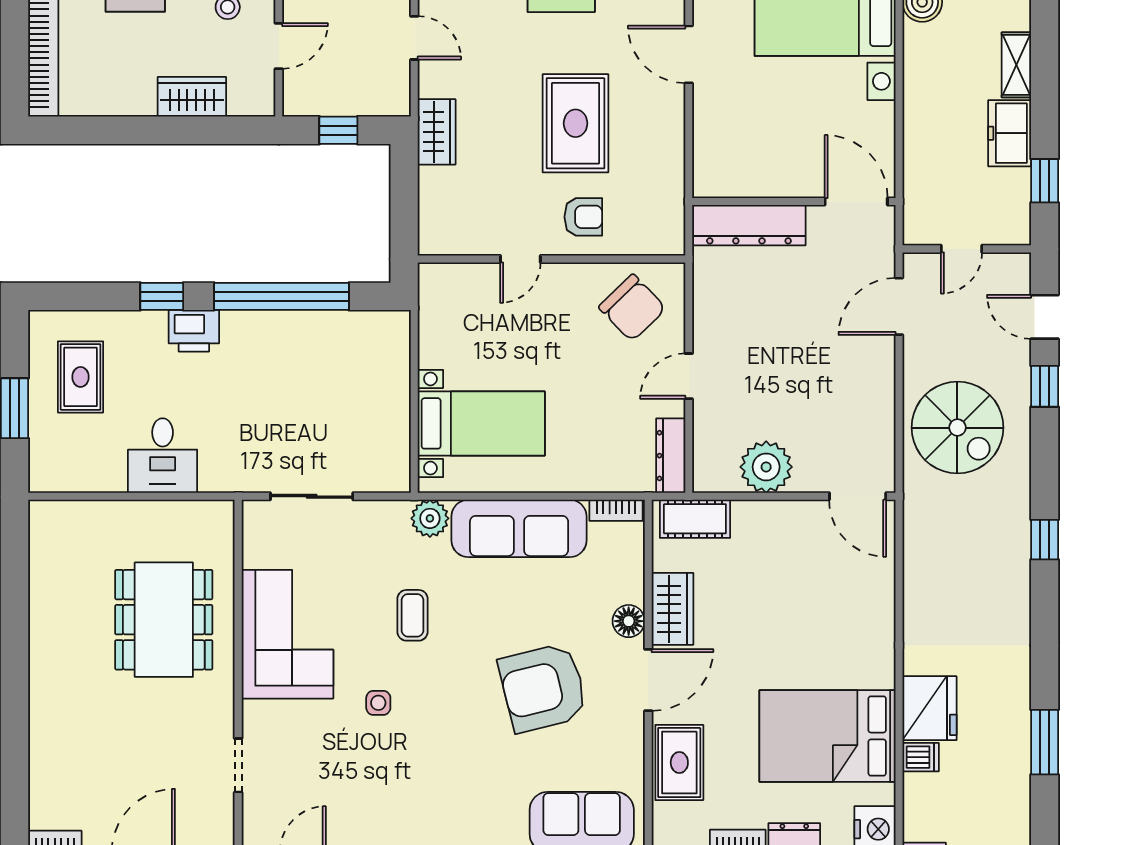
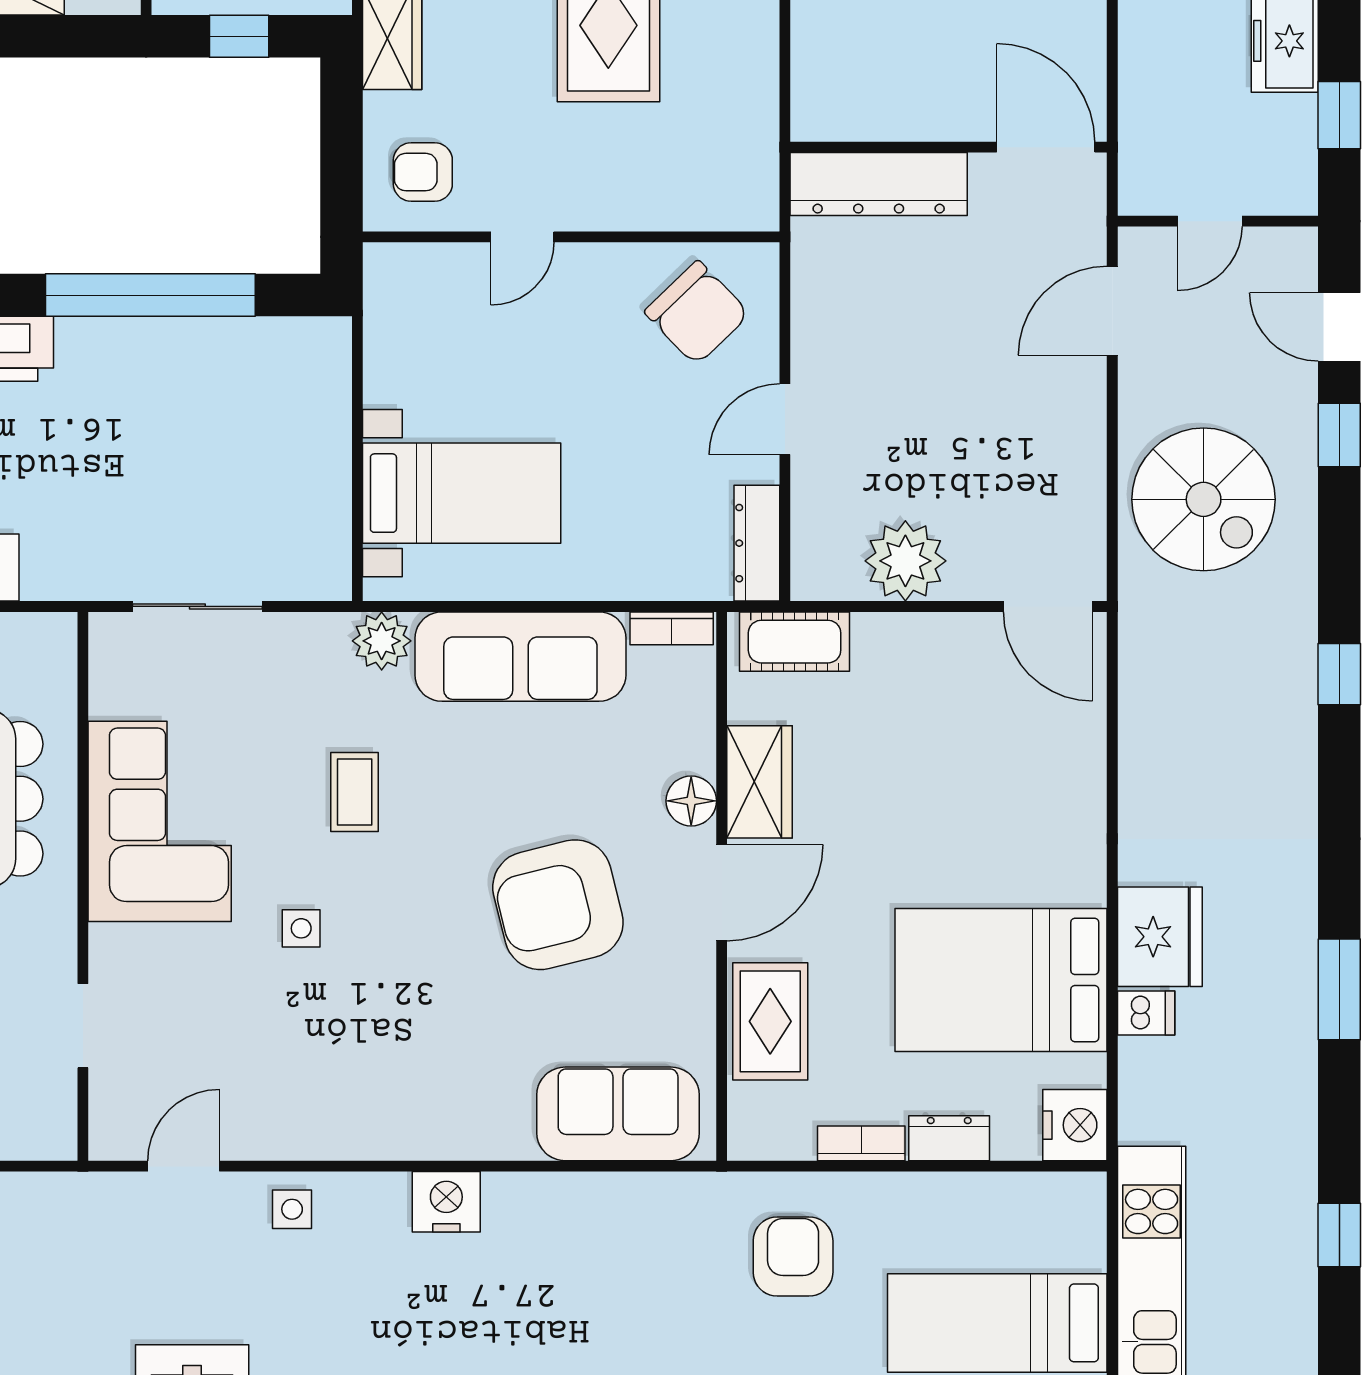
armchair: (583, 217) -> (423, 172), moved, turned 180

